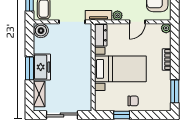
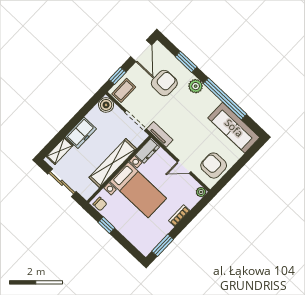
plant: (117, 15) -> (174, 148), removed
shelving: (84, 67) -> (113, 163), added
window: (29, 68) -> (71, 125), removed
chair: (133, 101) -> (100, 204), moved

